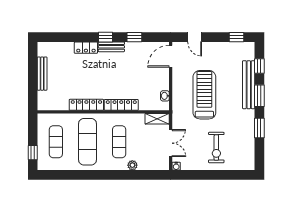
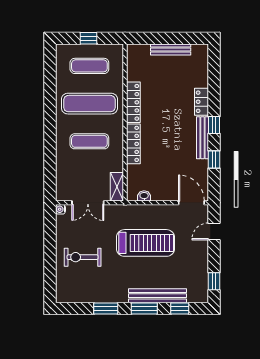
bench: (111, 47) -> (203, 138), width x1.36
window: (33, 153) -> (89, 38), moved
plant: (132, 165) -> (61, 157), removed

